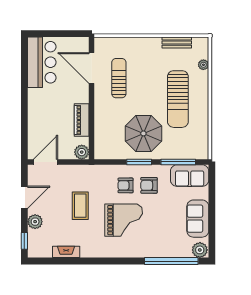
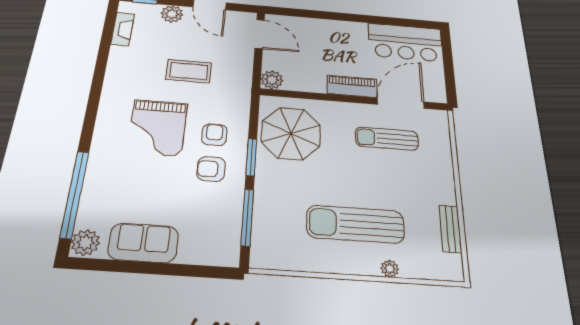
plant: (203, 65) -> (390, 269), moved
sun lounger: (119, 78) -> (387, 139), turned 180
piano: (82, 120) -> (352, 86), moved
parasol: (143, 133) -> (291, 133), moved
sofa: (190, 176) -> (222, 234), removed
armchair: (149, 185) -> (211, 169), turned -90
fireplace: (66, 252) -> (123, 29), moved

